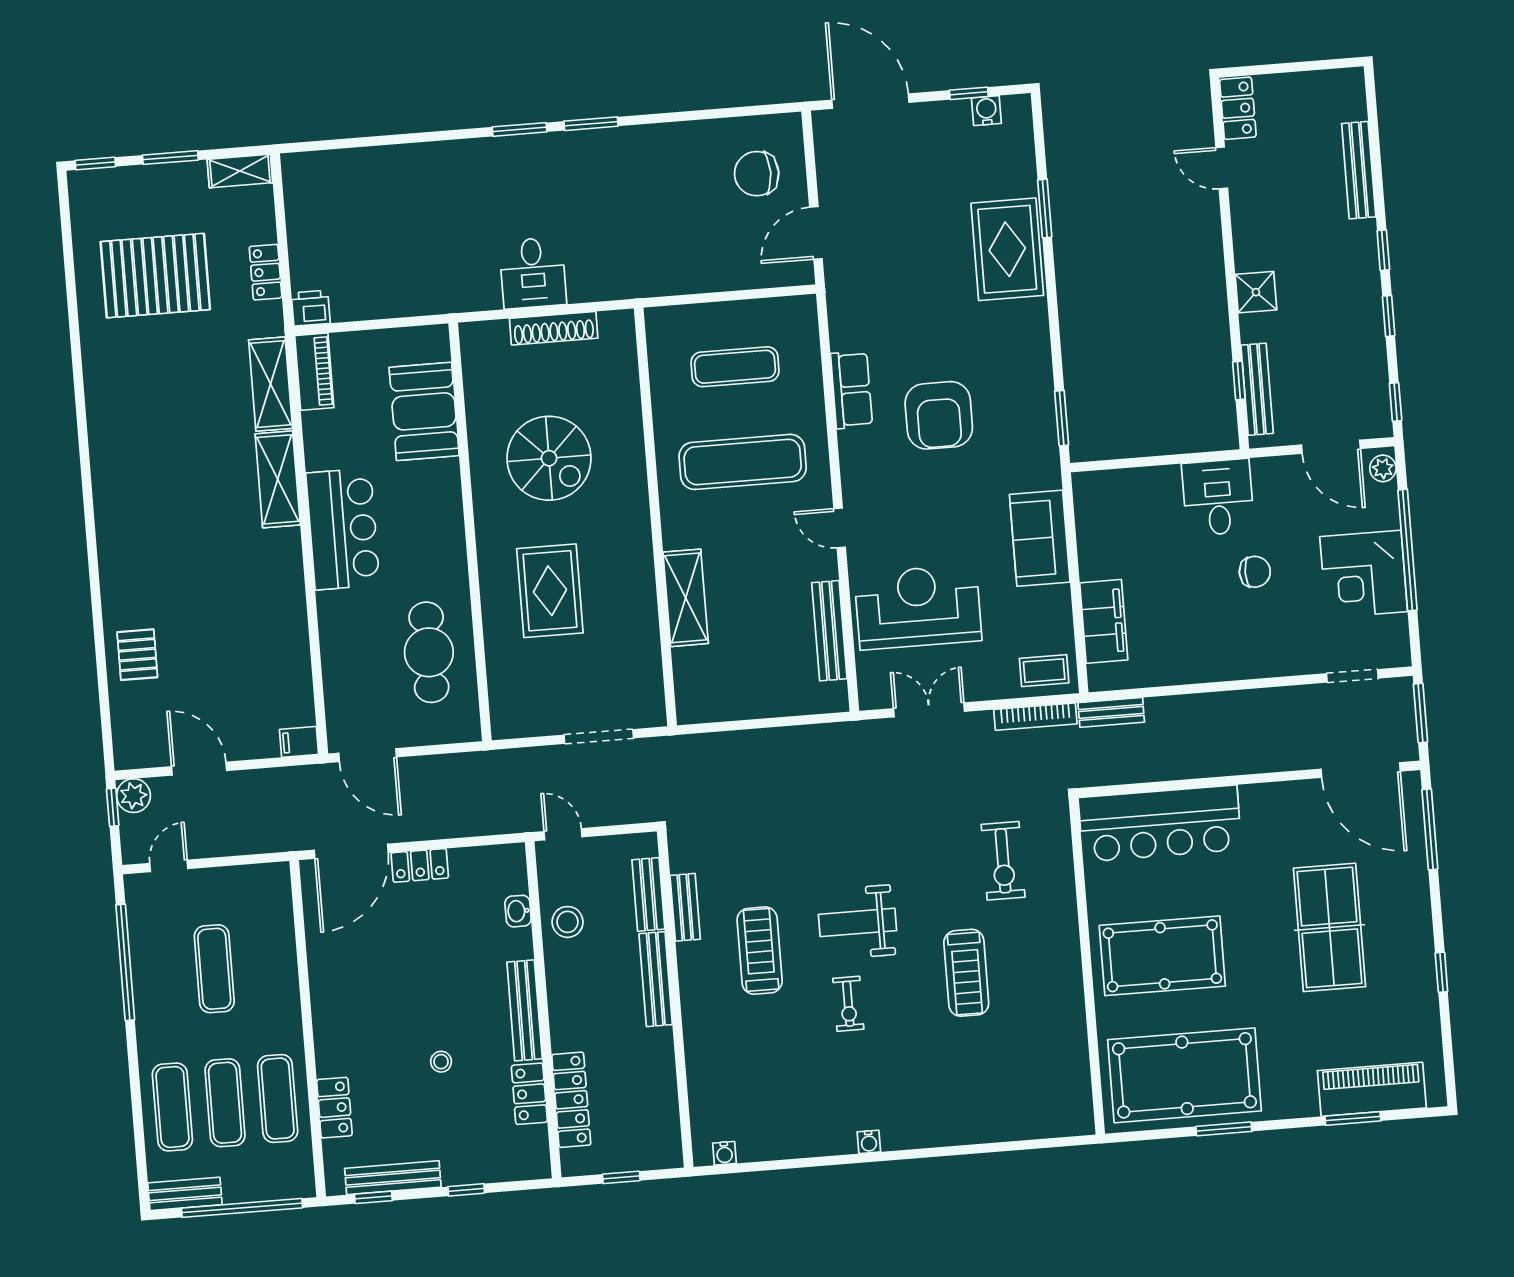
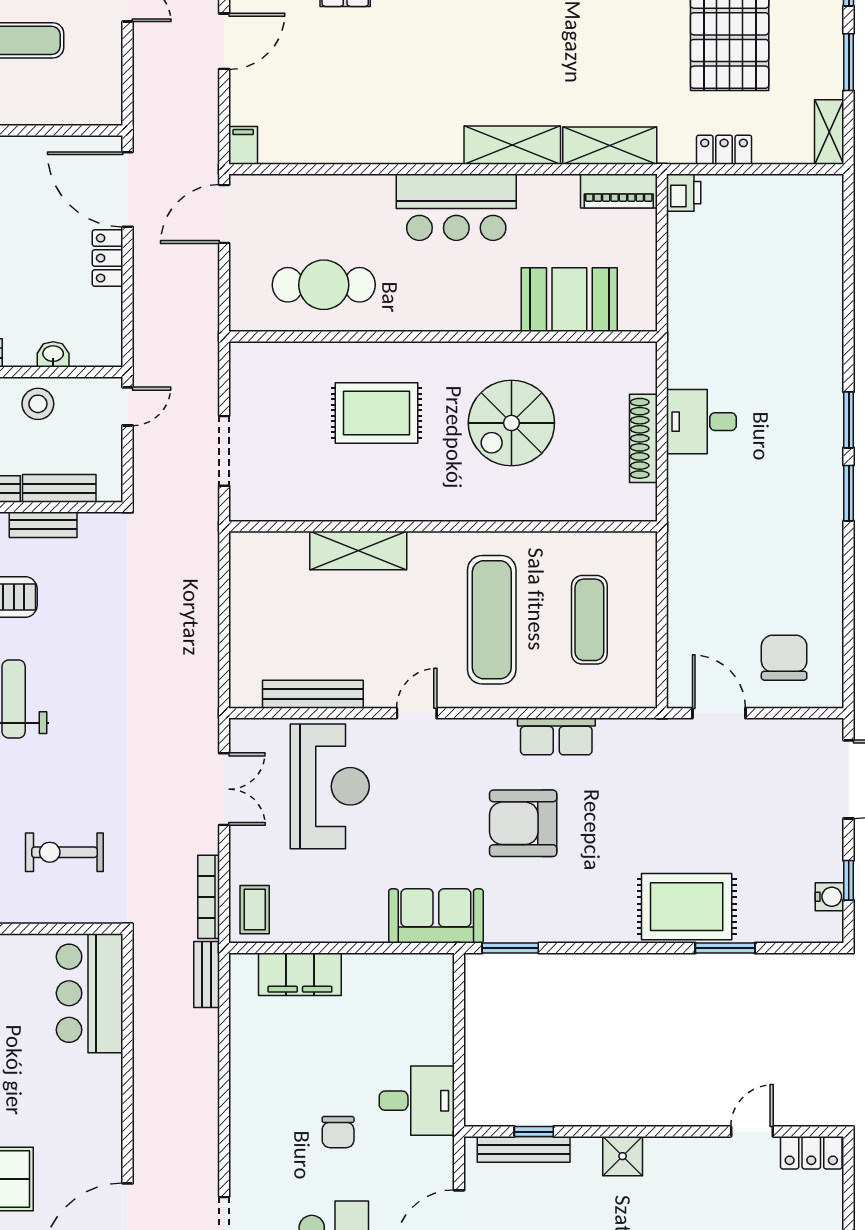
sofa: (1040, 538) -> (436, 916), moved
bar counter: (1160, 824) -> (90, 993), width x0.73

